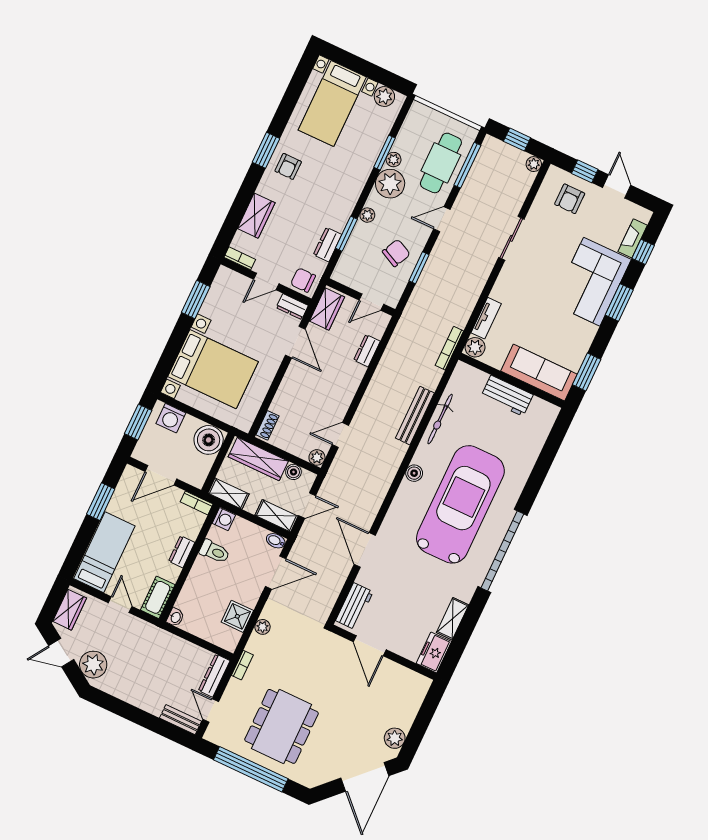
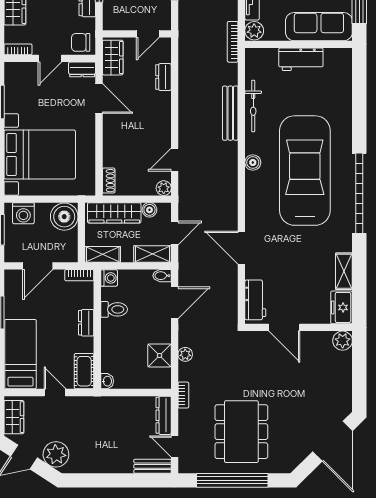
plant: (395, 738) -> (343, 341), moved

